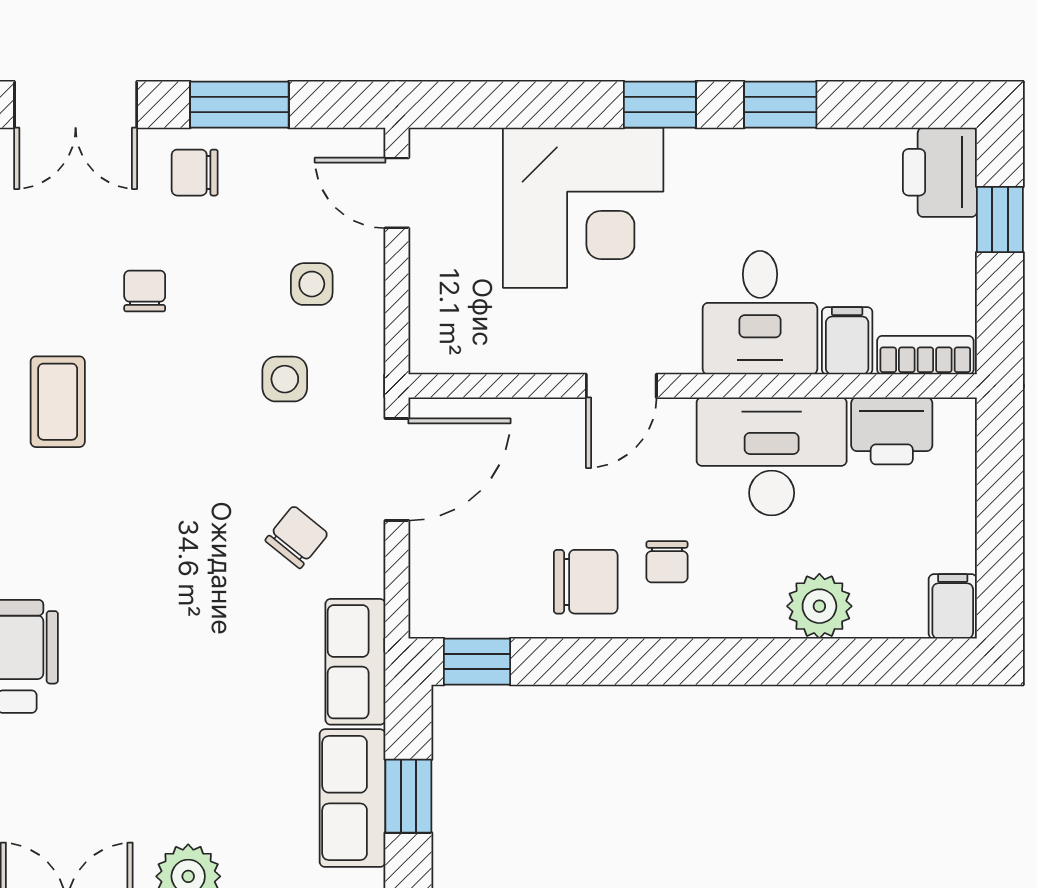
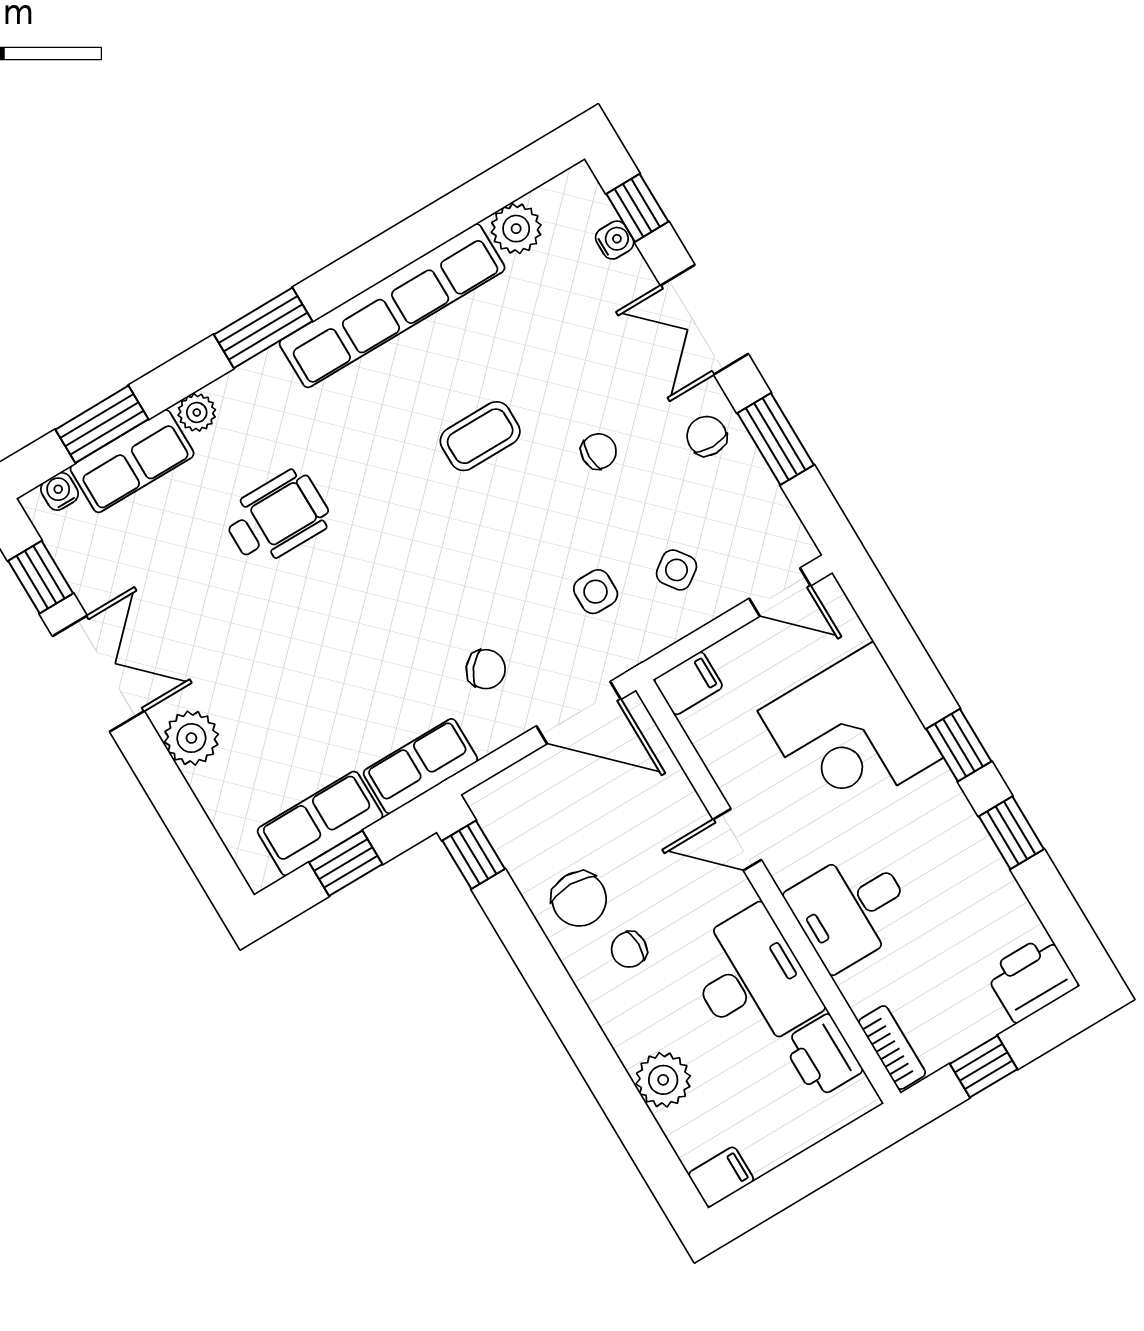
door: (397, 193) -> (780, 592), swing flipped
window: (1000, 219) -> (984, 1066), moved
side table: (312, 284) -> (676, 570), turned -36
filing cabinet: (847, 341) -> (688, 683), moved

